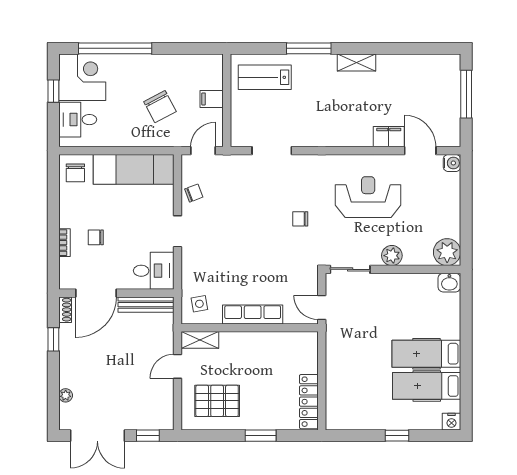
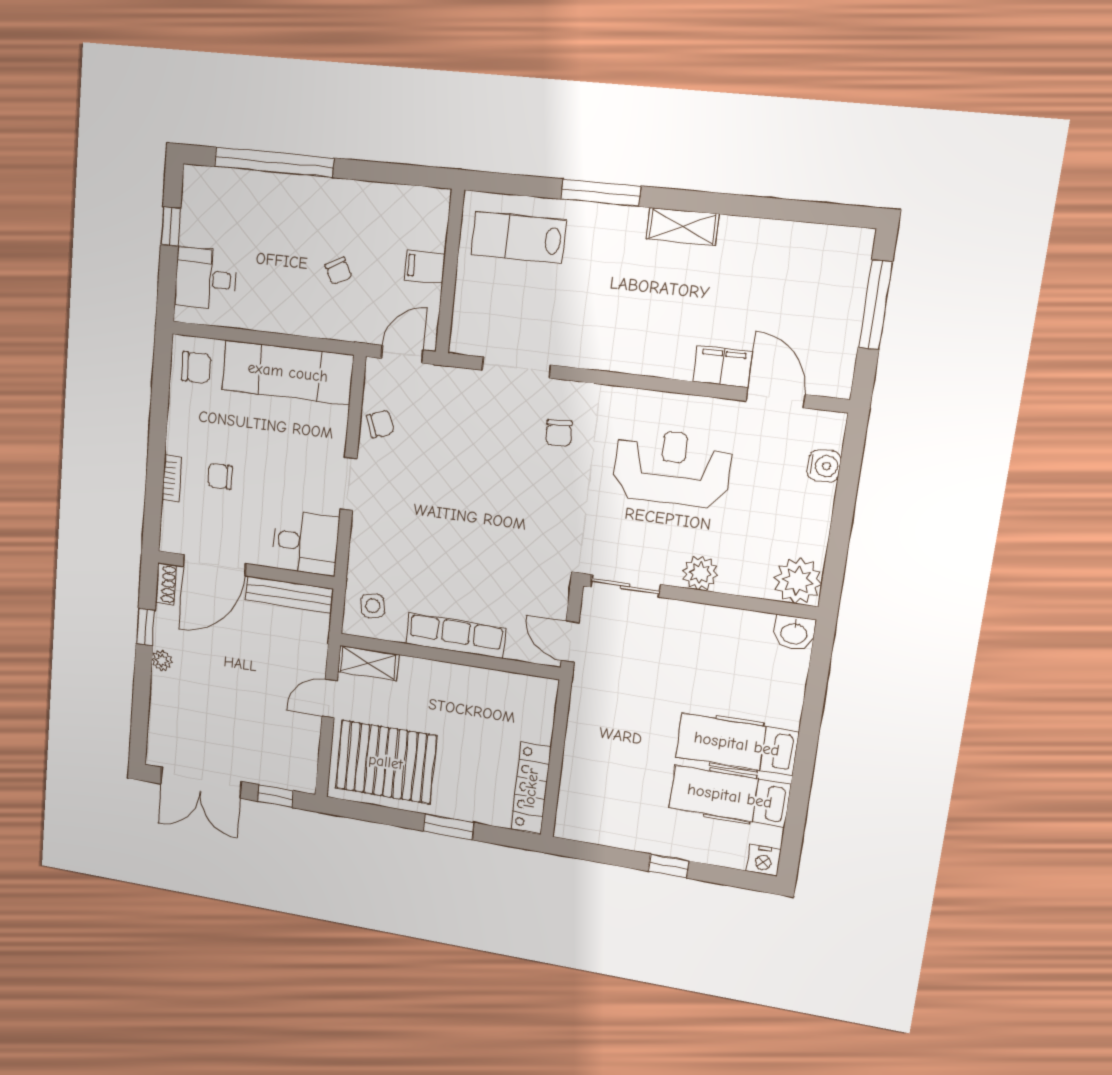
corner desk: (82, 77) -> (217, 207), removed
chair: (160, 107) -> (338, 271), width x0.54, depth x0.54
water cooler: (452, 163) -> (824, 466), moved
chair: (75, 173) -> (196, 367), turned -90
chair: (300, 219) -> (559, 433), moved, turned -93
plant: (66, 395) -> (162, 661), moved
pallet: (217, 401) -> (386, 762), width x1.37, depth x1.41

